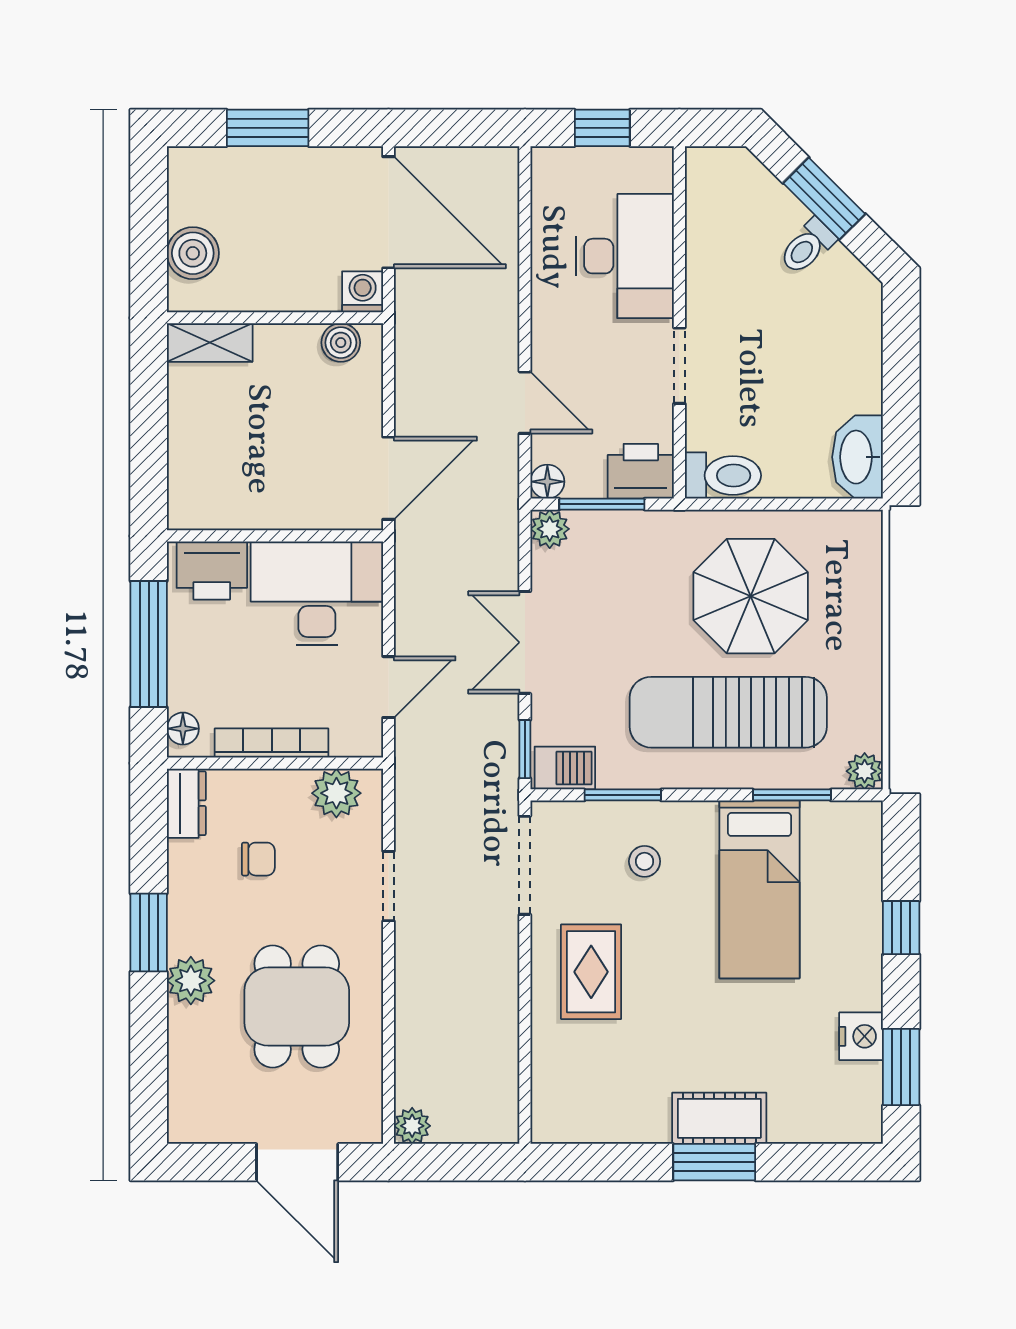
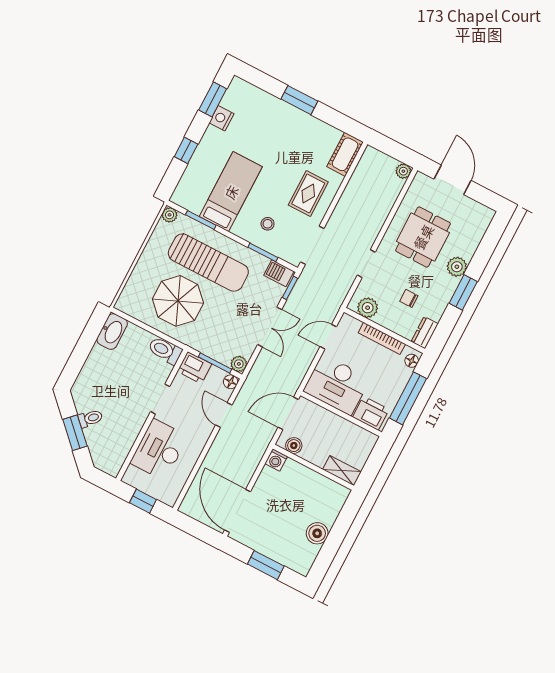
washing machine: (363, 292) -> (276, 460), moved
wall: (275, 318) -> (313, 467), moved
shelving: (210, 343) -> (342, 471), moved
boiler: (341, 343) -> (294, 446), moved
cot: (719, 1118) -> (345, 154), moved, turned 90

